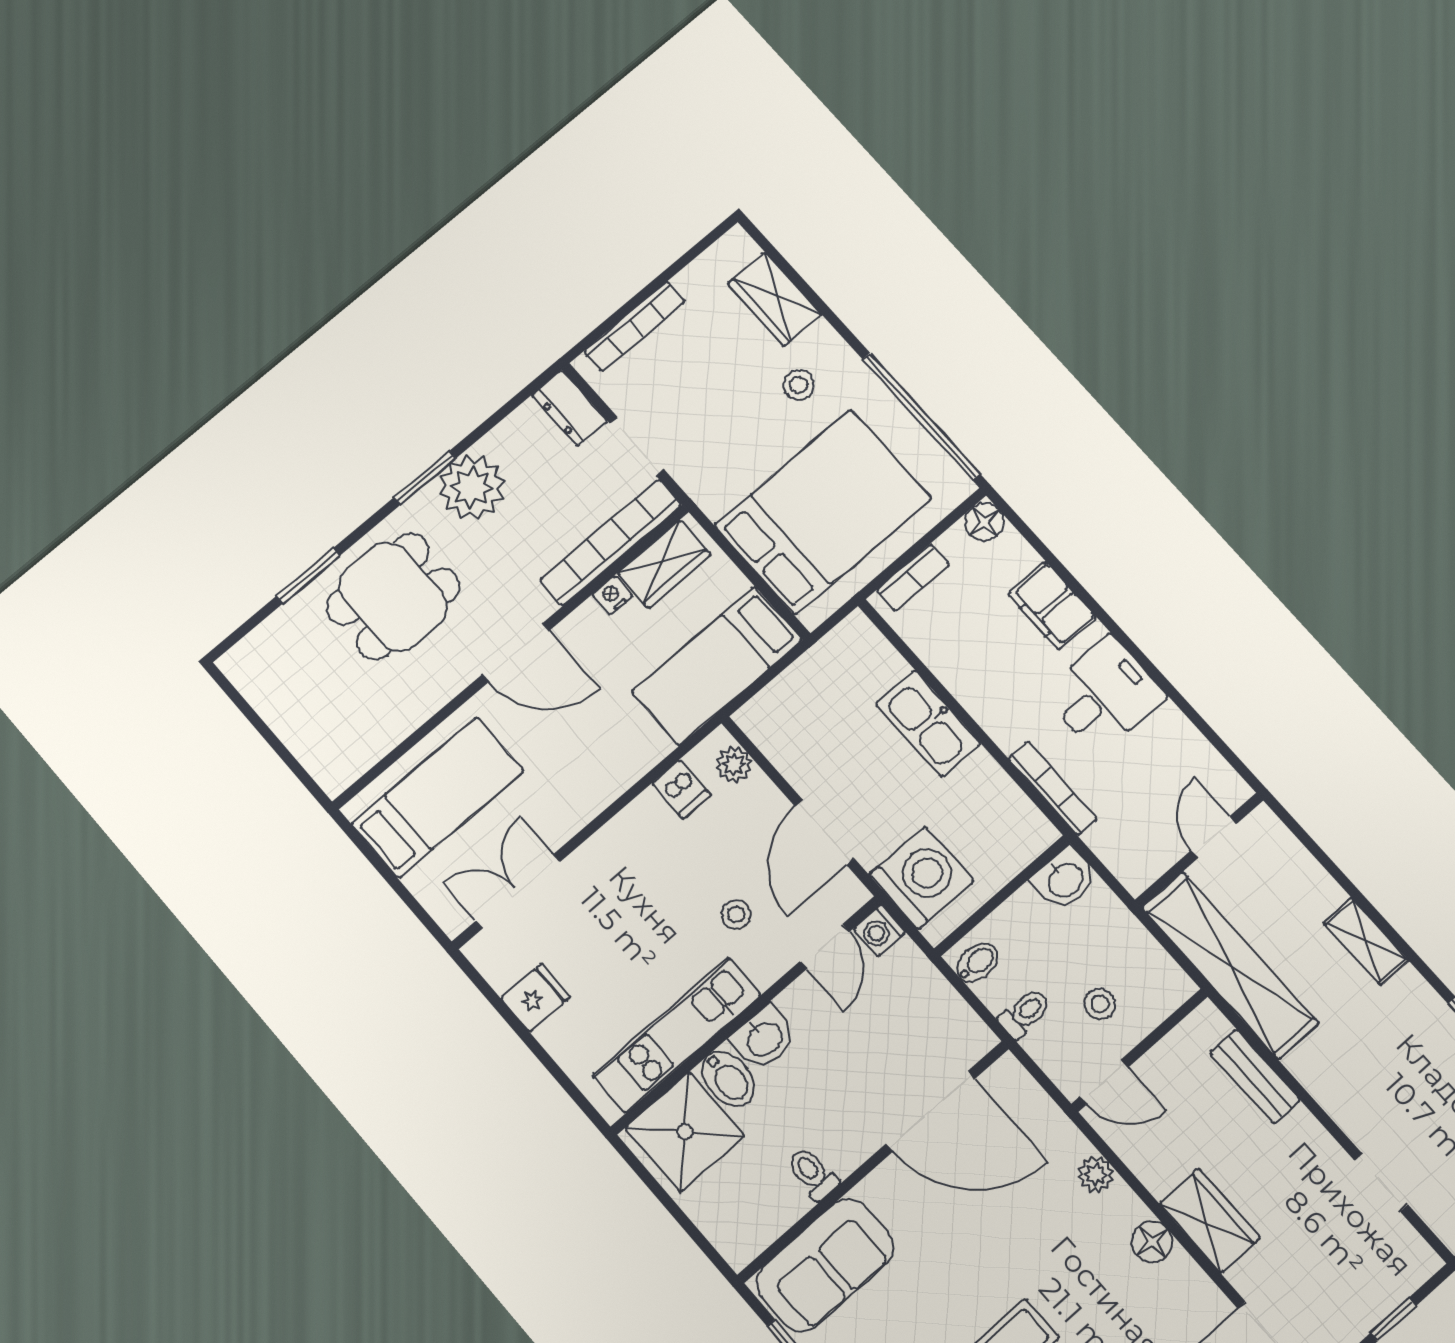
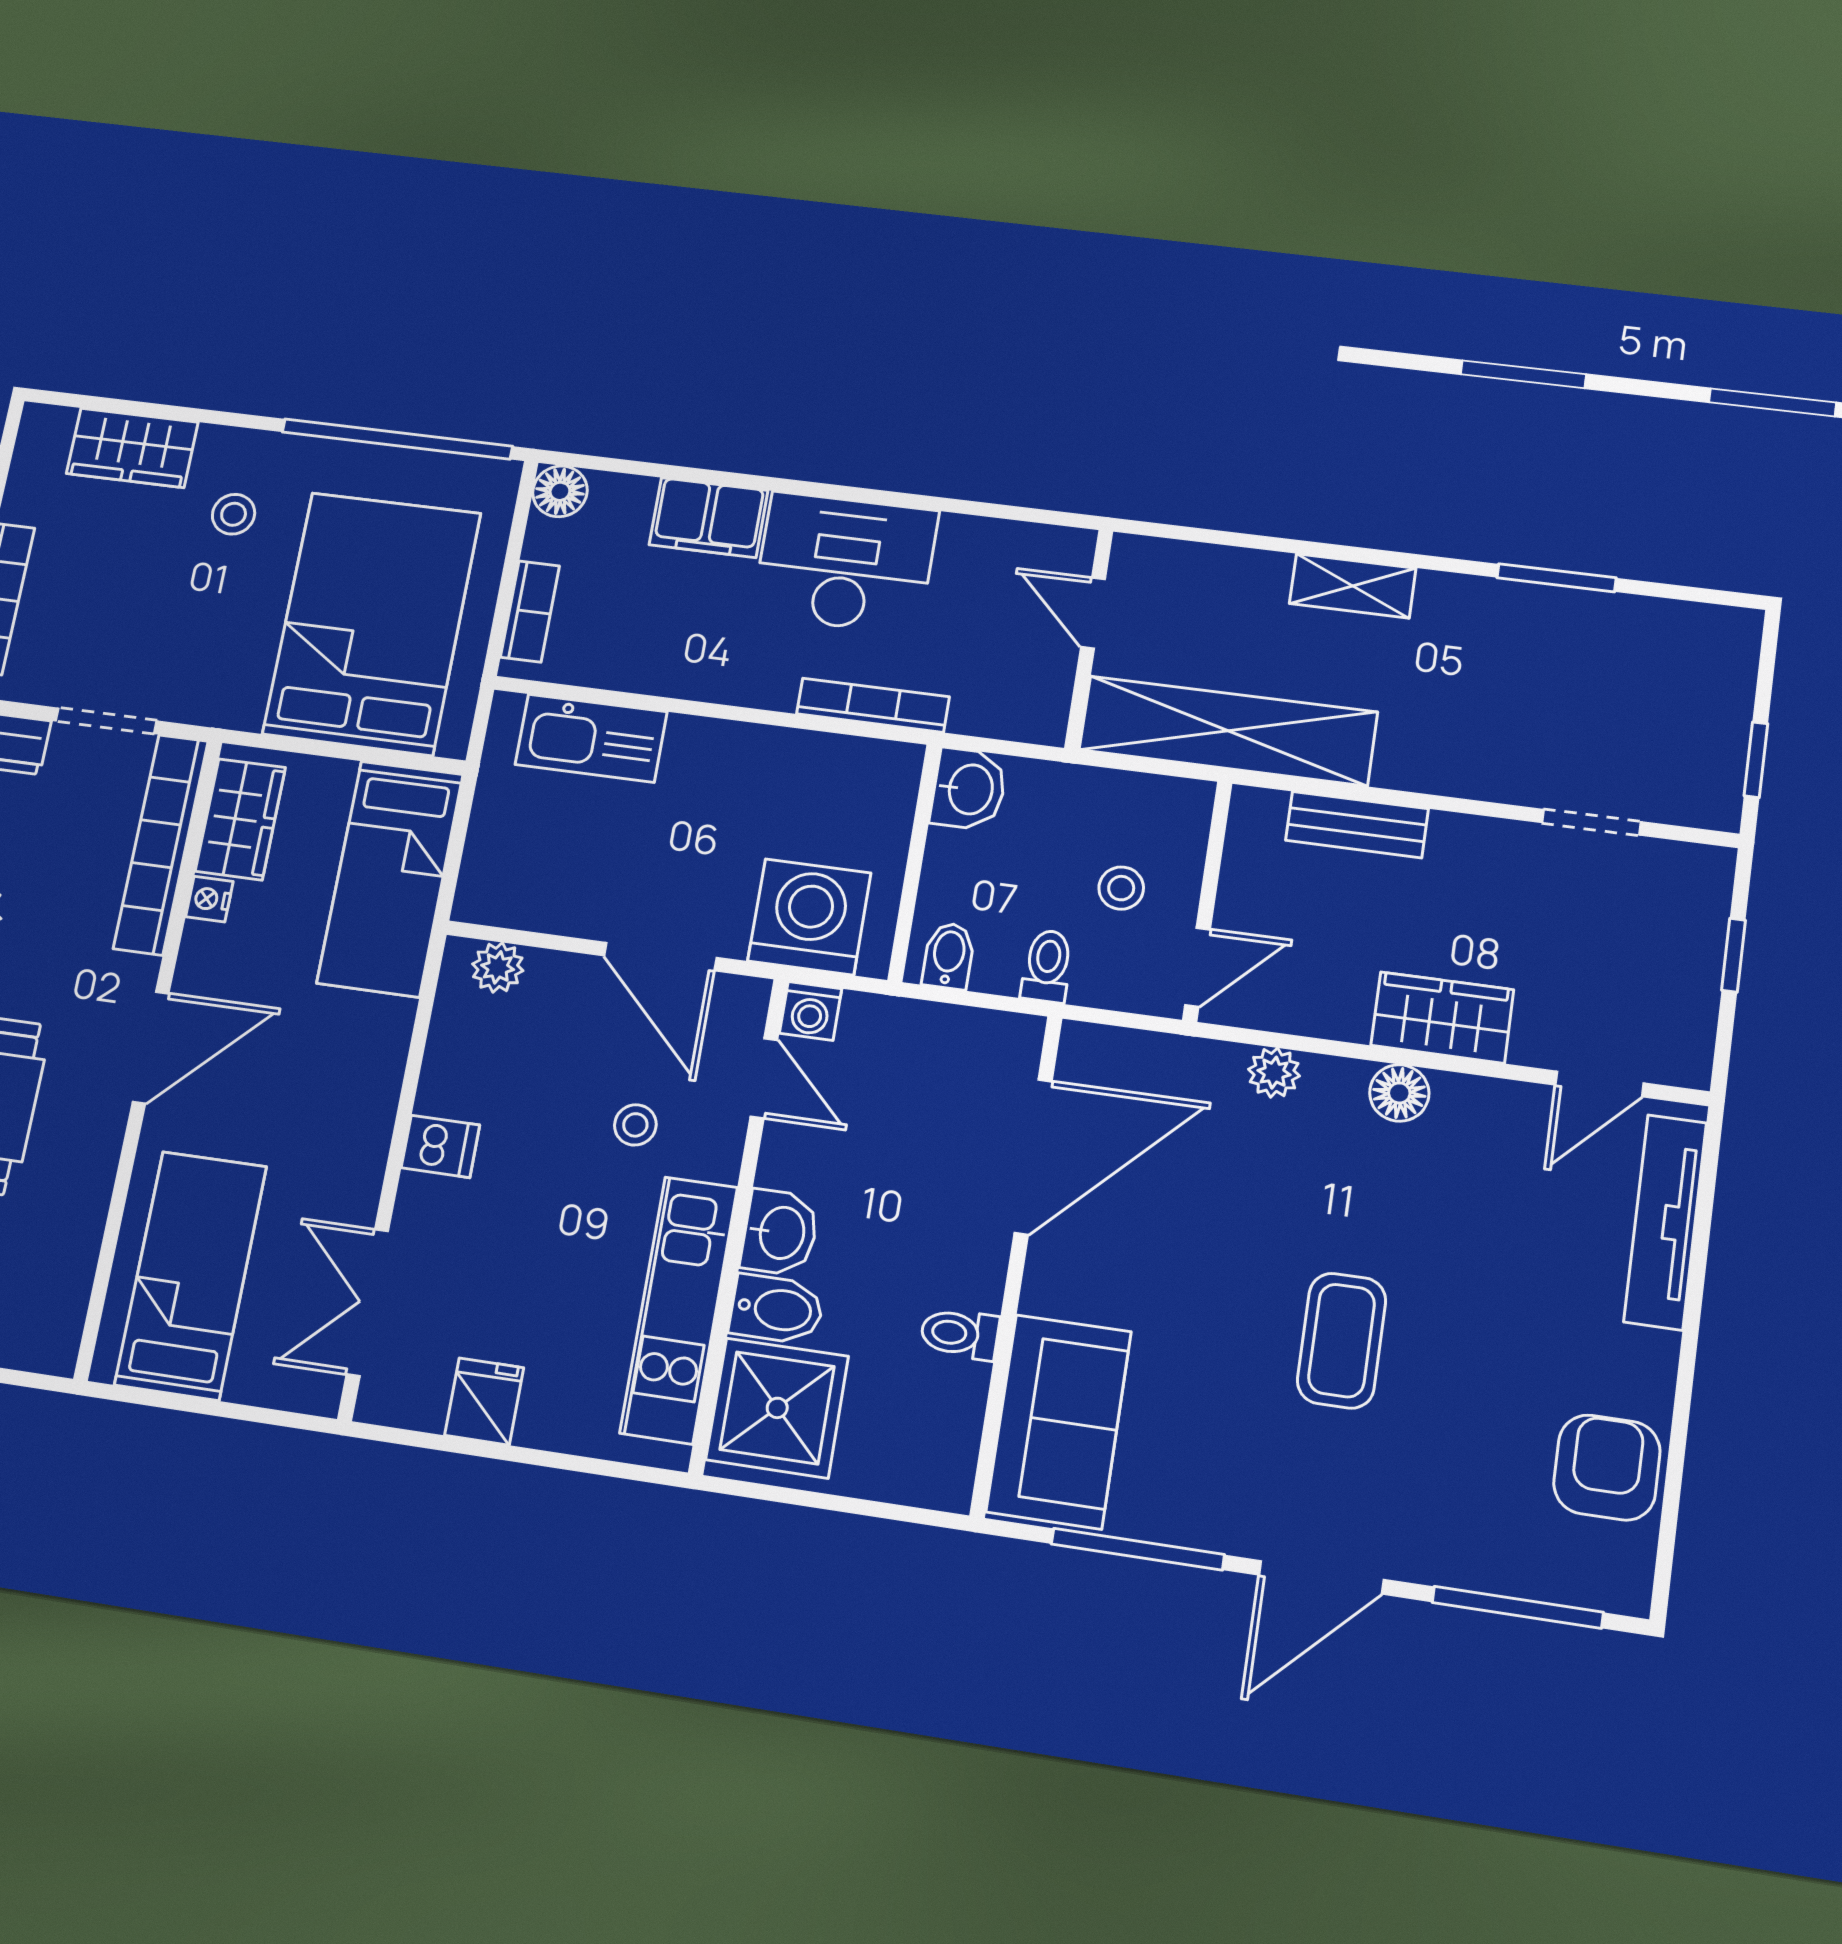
desk: (1104, 695) -> (845, 563), width x1.37
kitchen sink: (928, 724) -> (591, 738), moved
dishwasher: (681, 789) -> (440, 1146), moved

